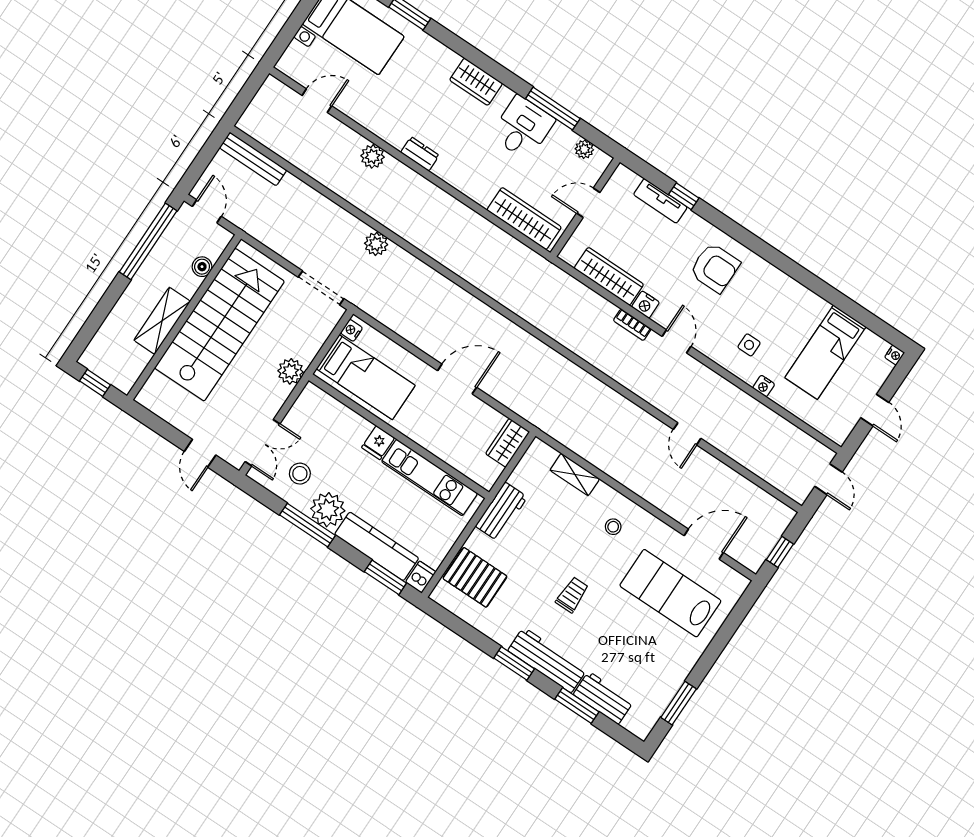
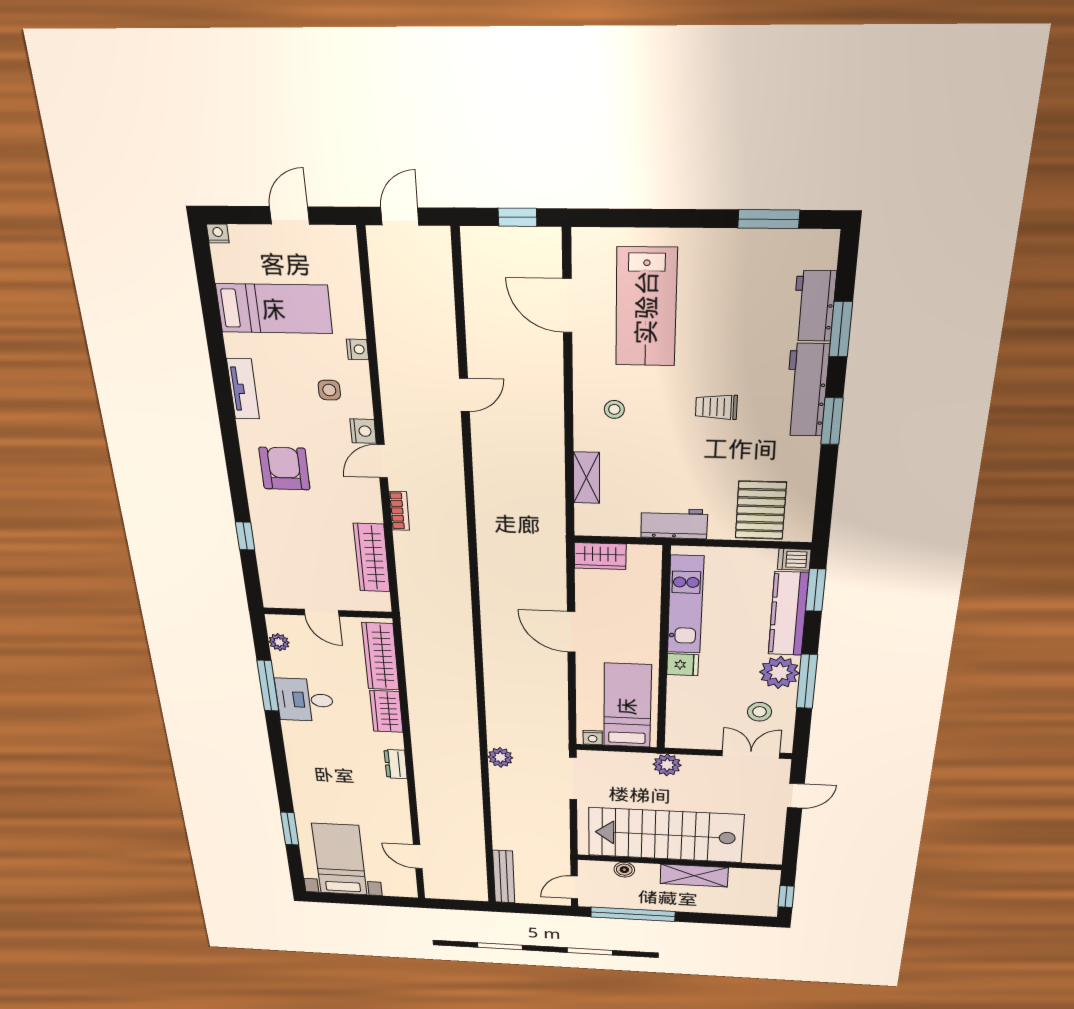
wardrobe: (476, 82) -> (386, 711), moved, turned 180
plant: (373, 156) -> (428, 797), removed
tv unit: (660, 201) -> (243, 389), moved
nightstand: (645, 305) -> (363, 431), moved

